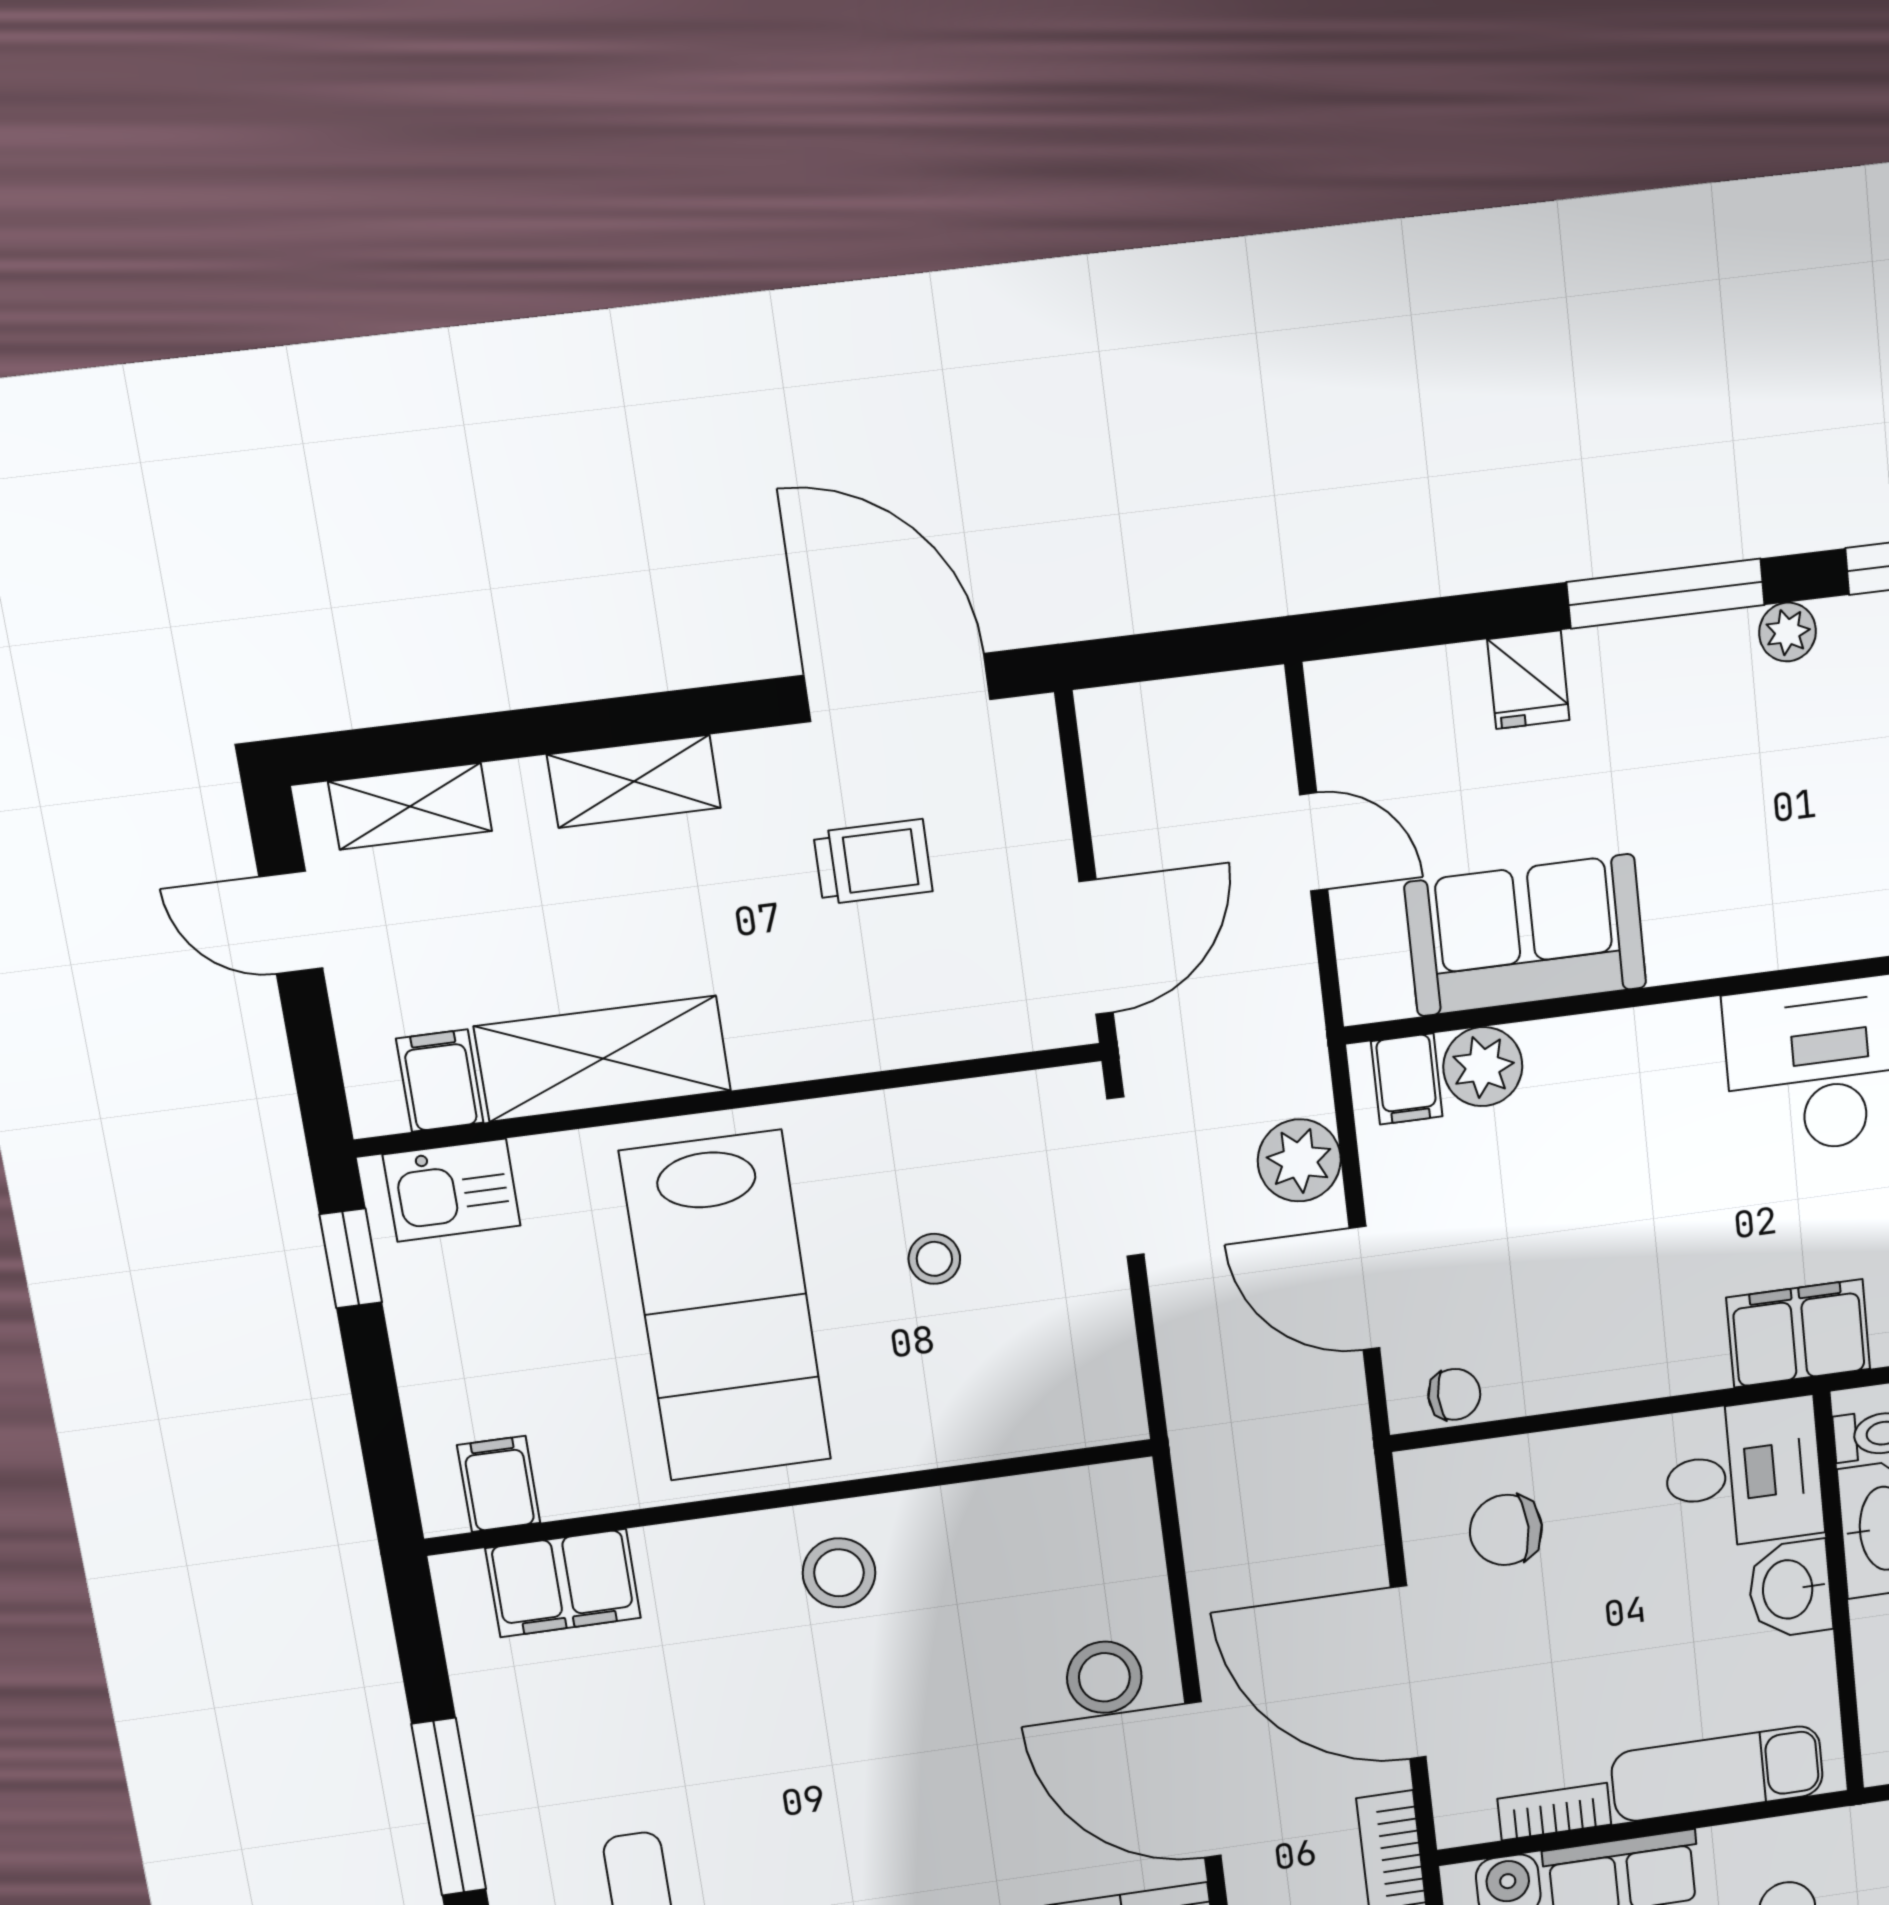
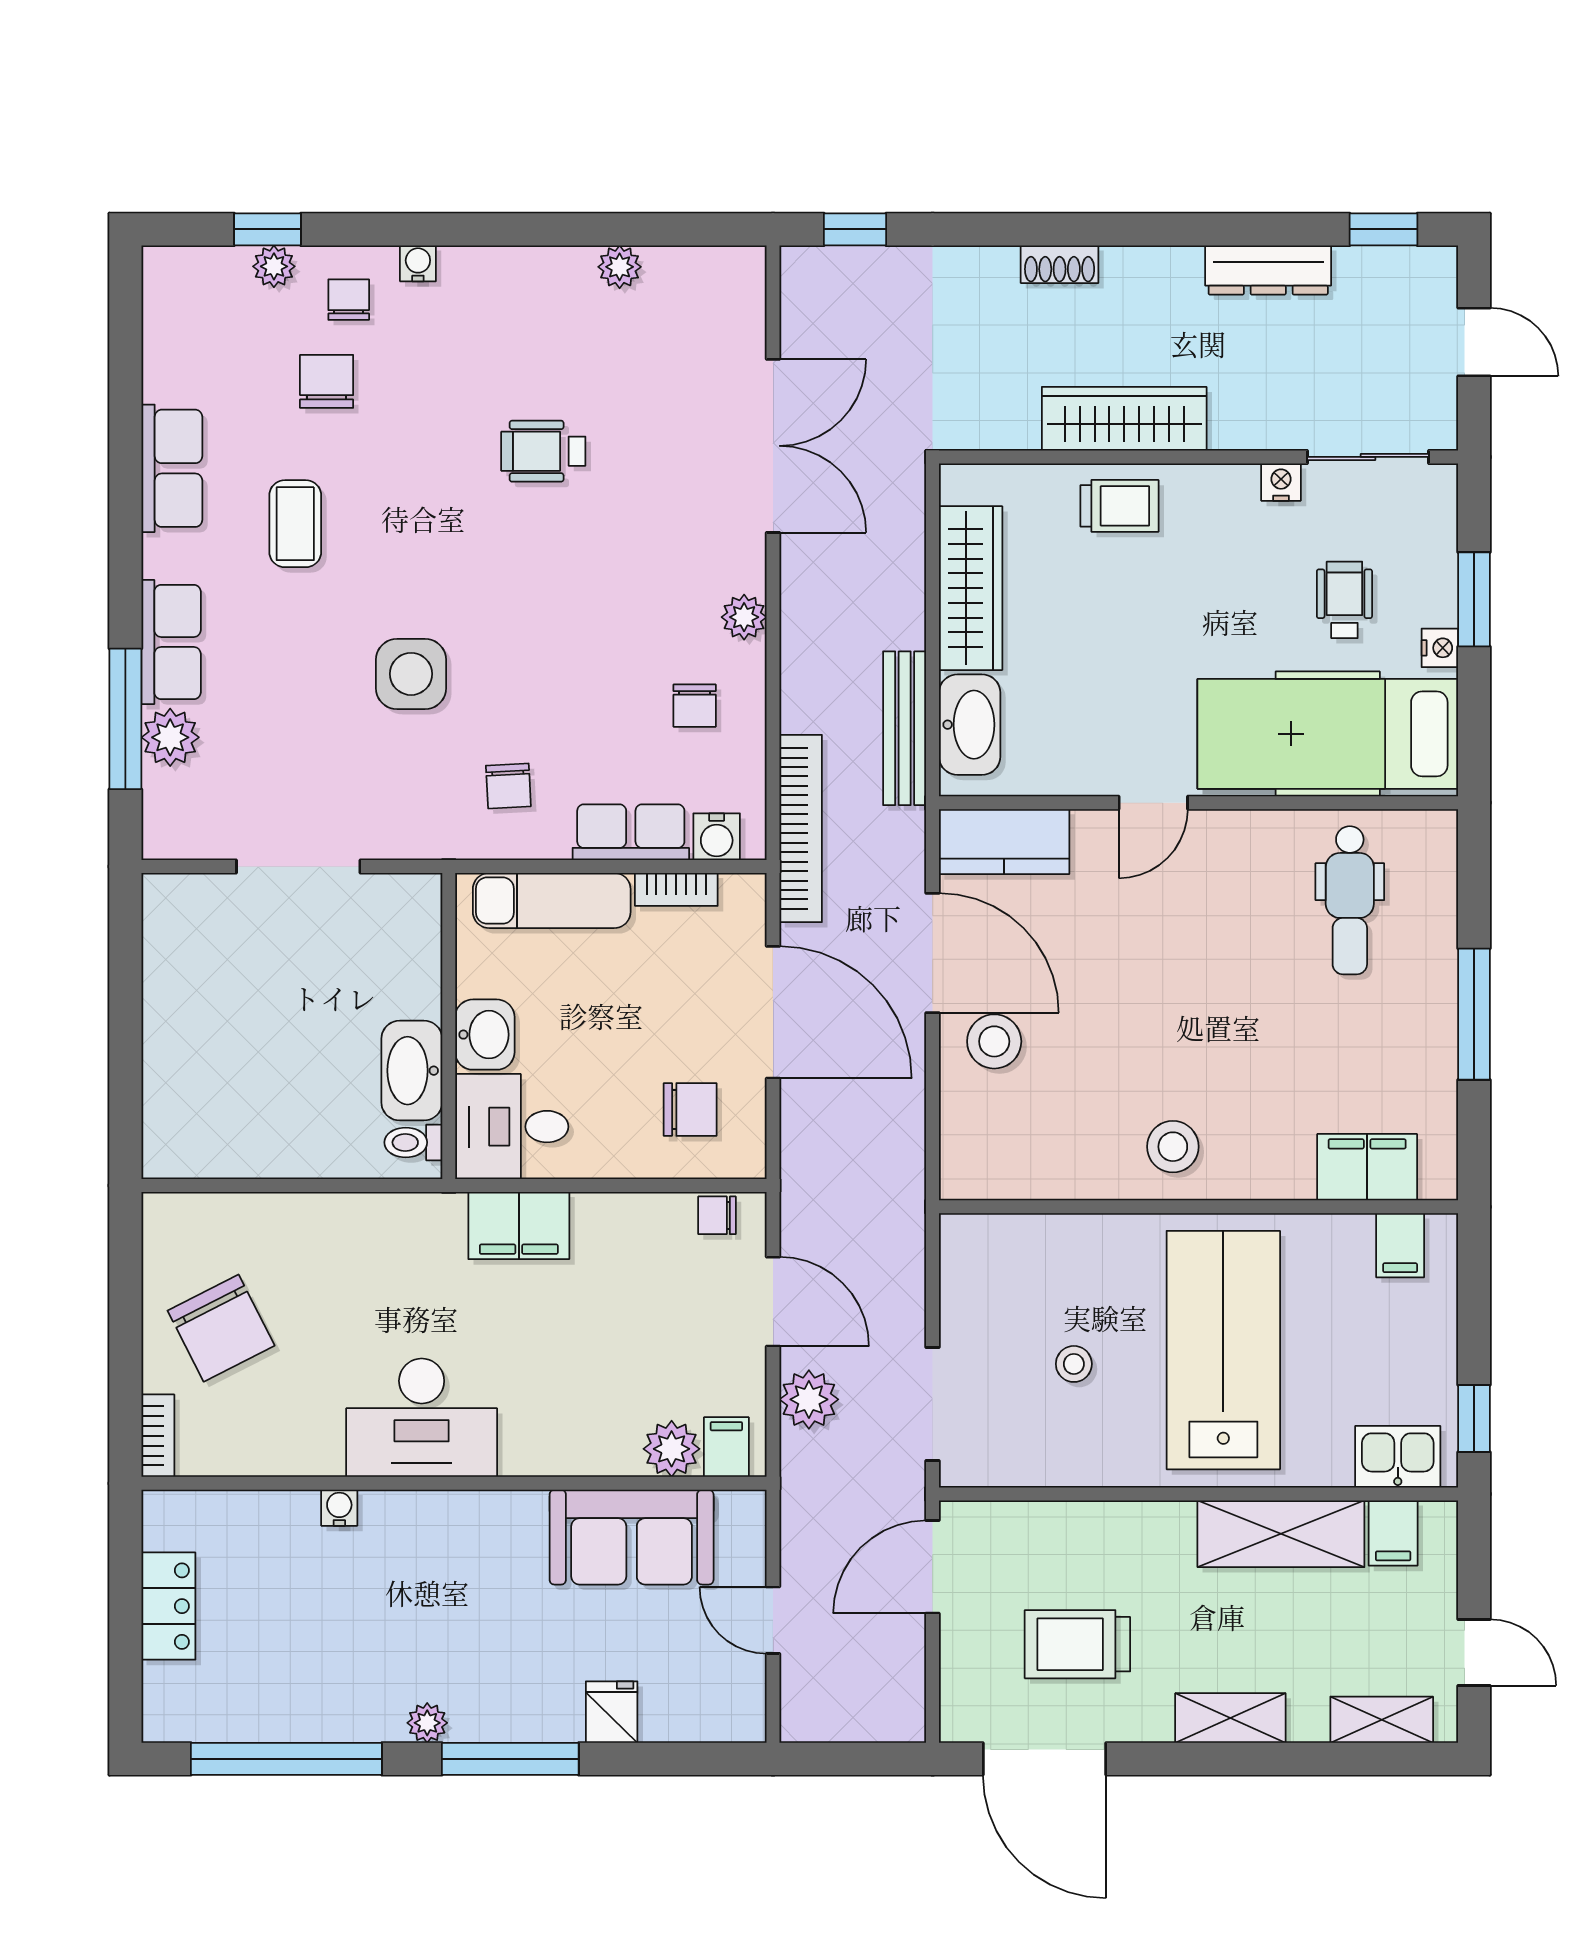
trolley: (873, 862) -> (1077, 1644), width x1.36, depth x1.39
filing cabinet: (1798, 1333) -> (519, 1226), moved

